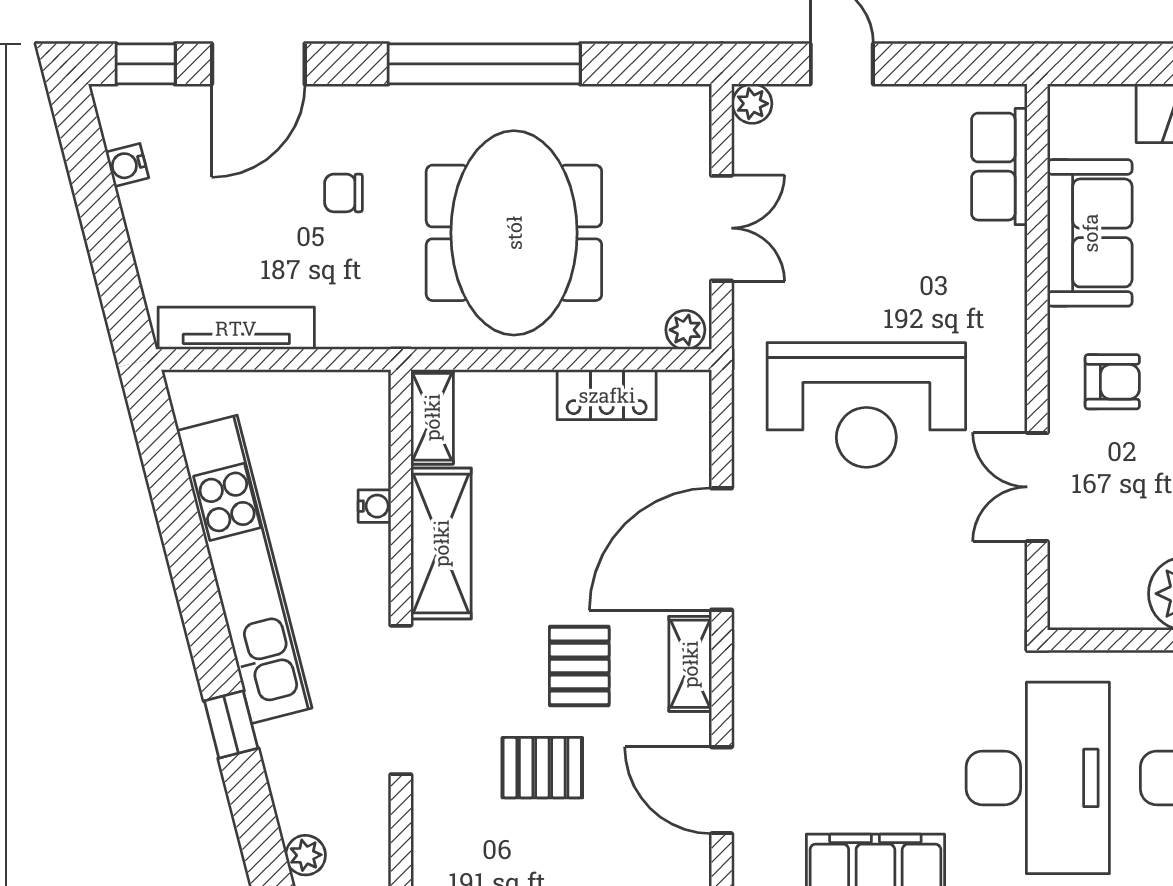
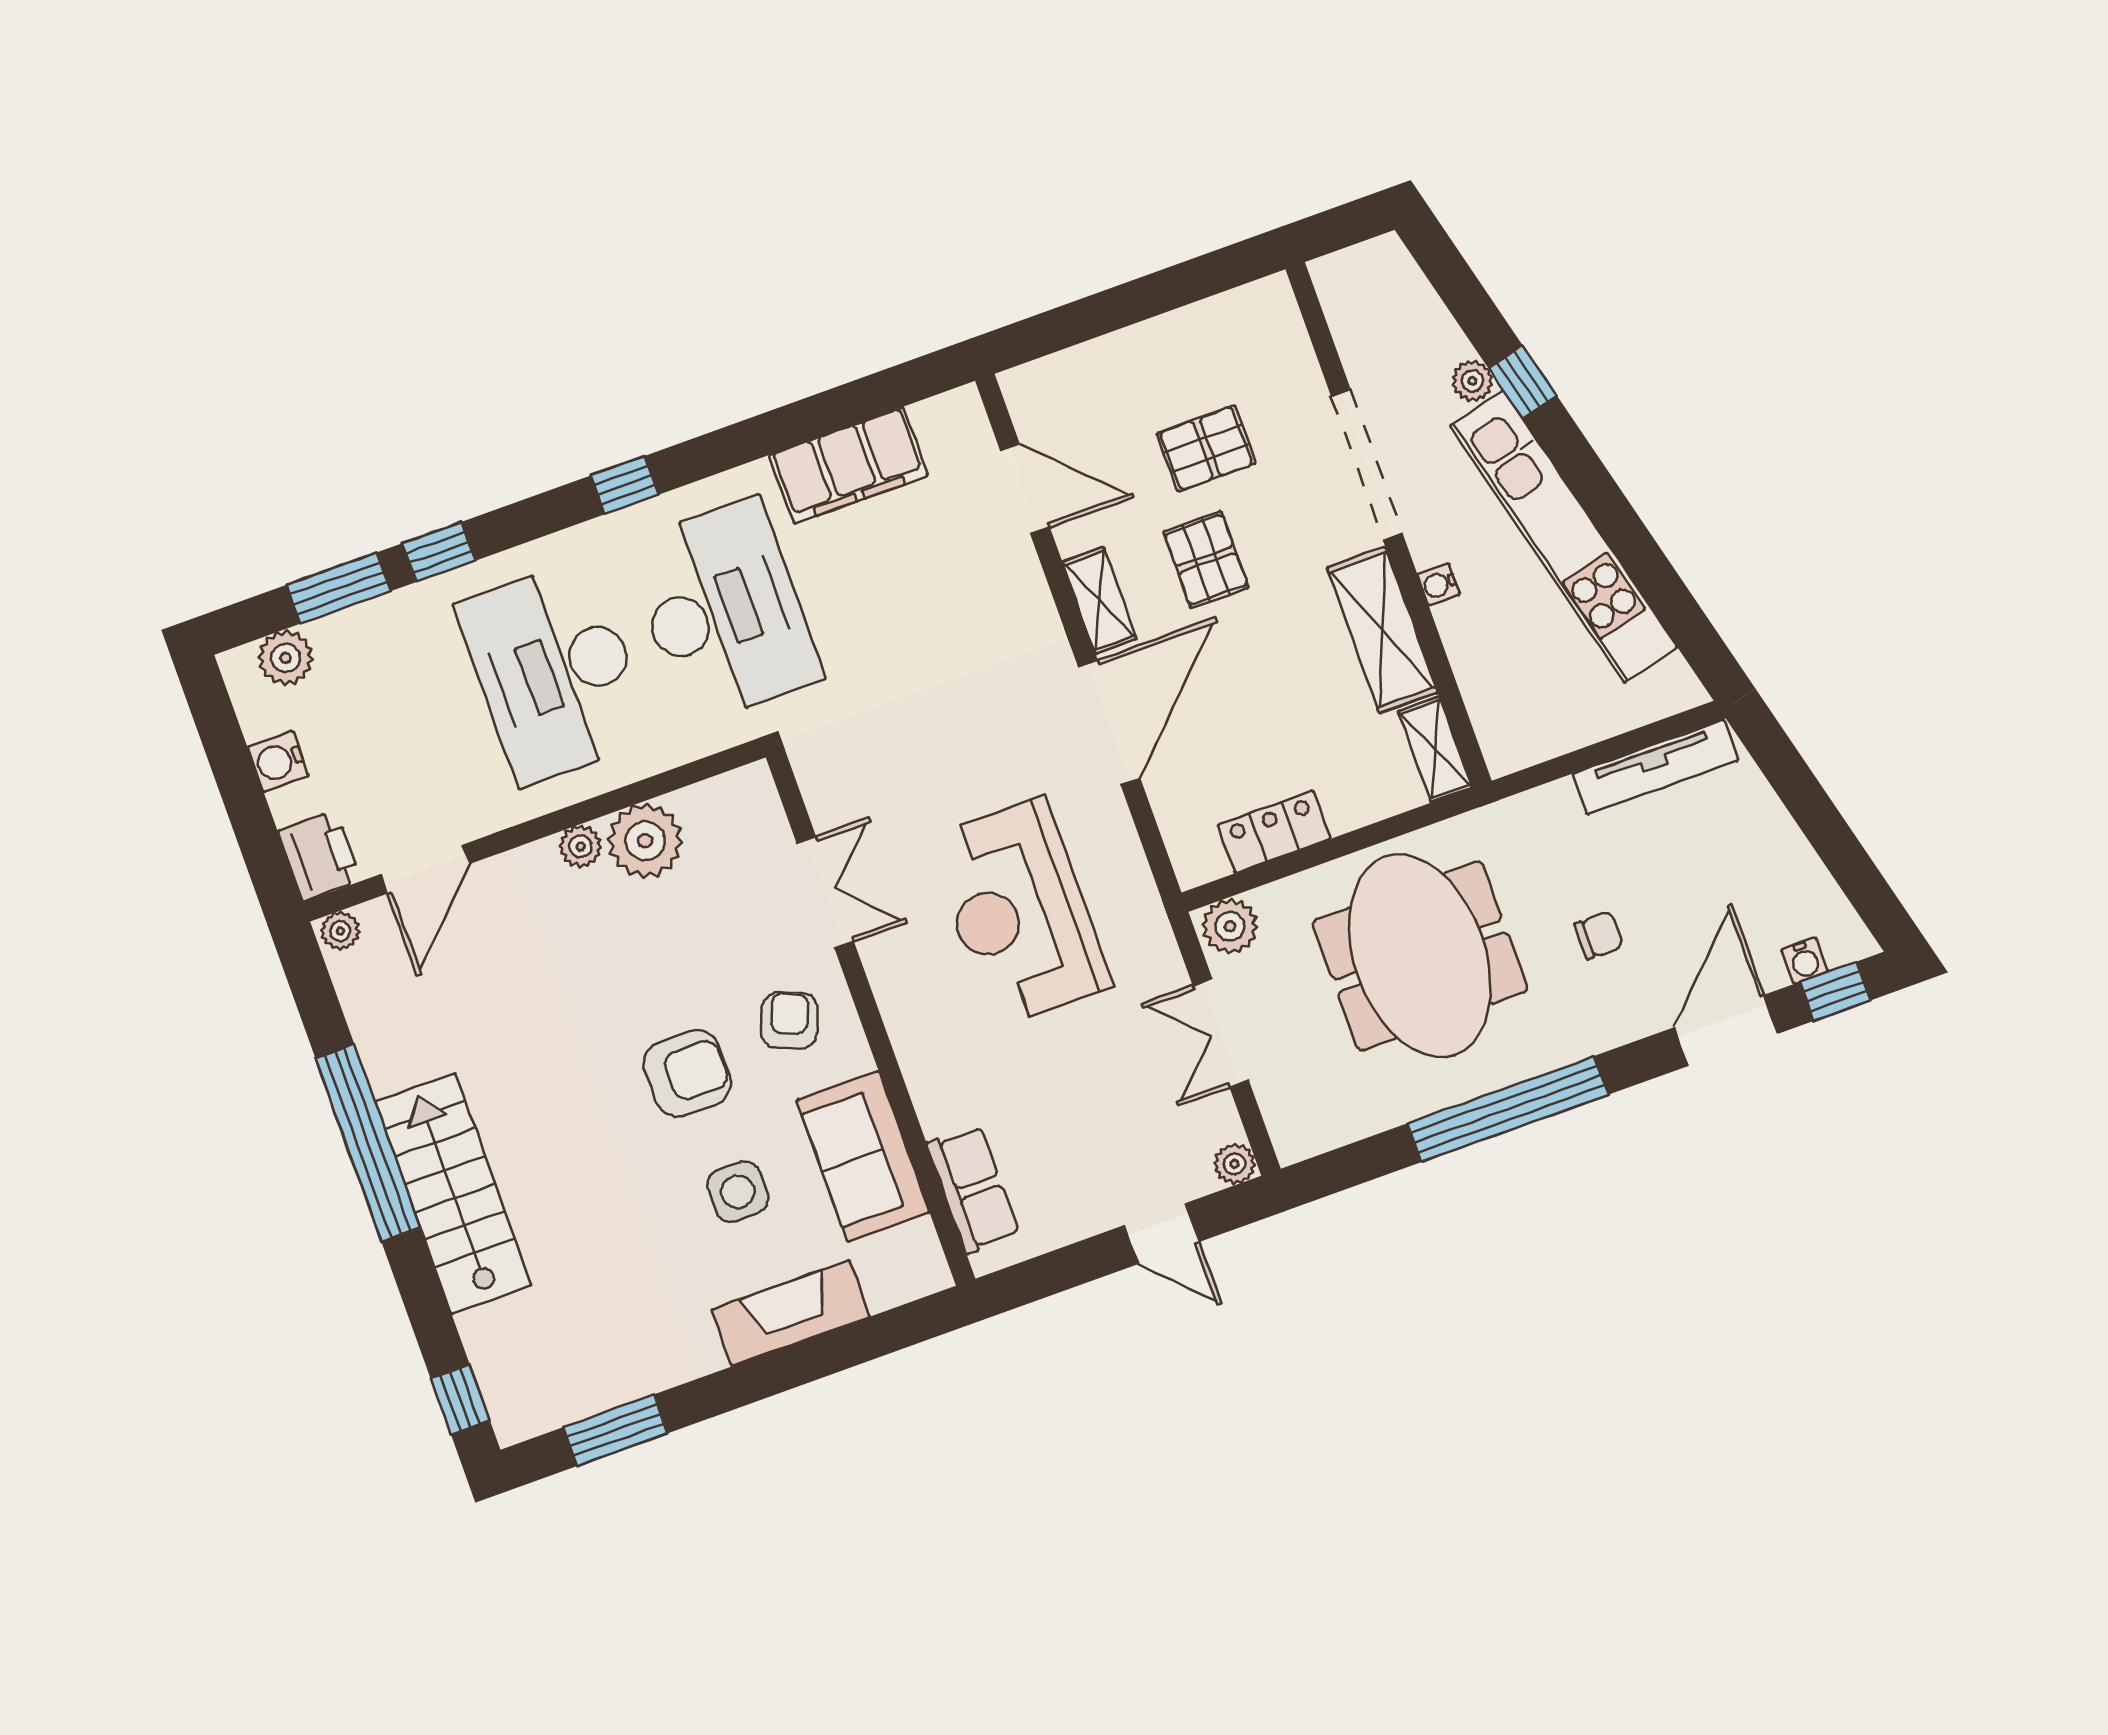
water cooler: (127, 165) -> (1805, 961), moved, turned 104
plant: (685, 330) -> (1230, 926), width x1.38, depth x1.38
armchair: (1112, 382) -> (789, 1020), turned 112
reception desk: (866, 405) -> (1019, 912), turned -90
water cooler: (375, 506) -> (1439, 584), moved
desk: (1038, 778) -> (723, 611), turned 180
plant: (306, 855) -> (1472, 381), moved

